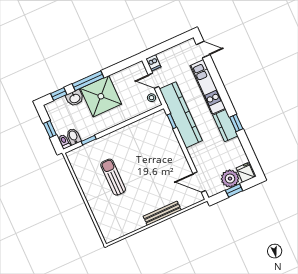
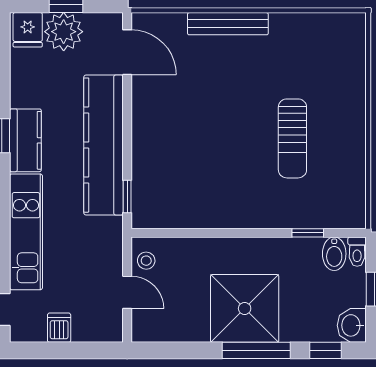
dishwasher: (153, 63) -> (59, 328), moved
washbasin: (75, 98) -> (352, 325), moved, turned -90
kitchen counter: (181, 115) -> (104, 145), moved

